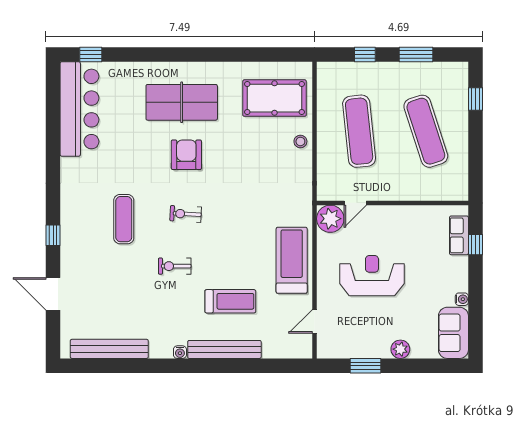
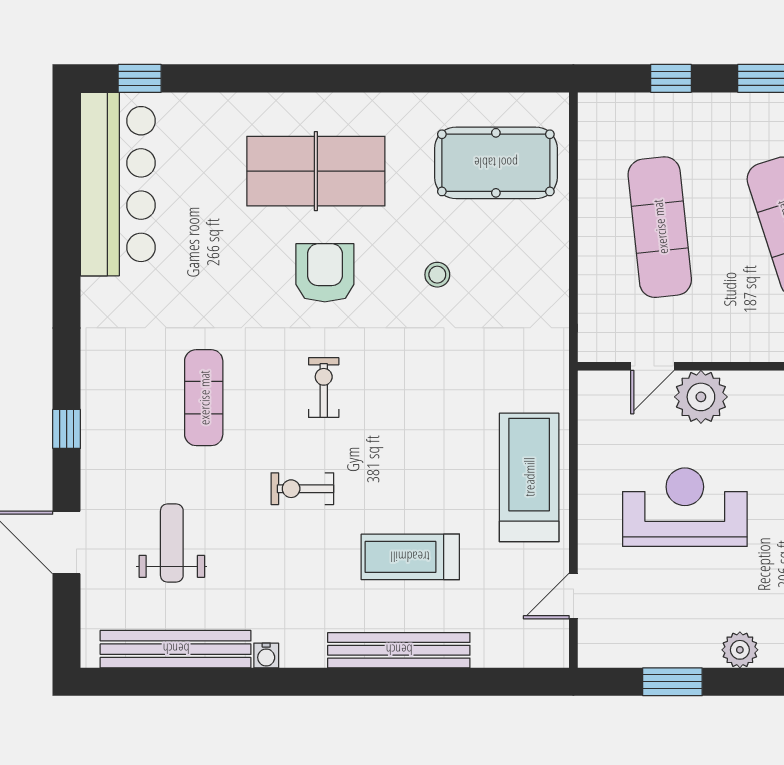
stool: (300, 141) -> (437, 275), moved
exercise bike: (186, 214) -> (324, 388), turned 87
plant: (330, 219) -> (701, 397), moved
weight bench: (107, 294) -> (172, 543), added
treadmill: (230, 301) -> (410, 557), turned 180
water cooler: (180, 352) -> (266, 656), moved

